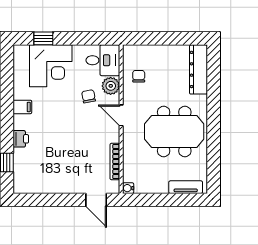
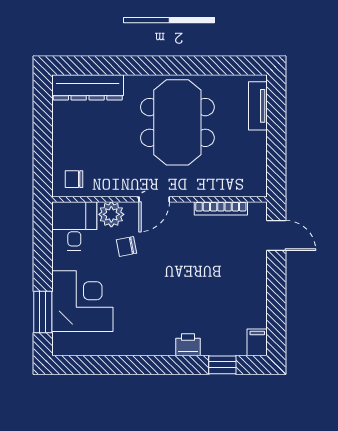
window: (43, 38) -> (43, 312), width x1.50
chair: (139, 76) -> (74, 179), moved
filing cabinet: (22, 107) -> (257, 342), moved
water cooler: (128, 188) -> (259, 189), removed
door: (96, 200) -> (276, 235), hinge flipped

